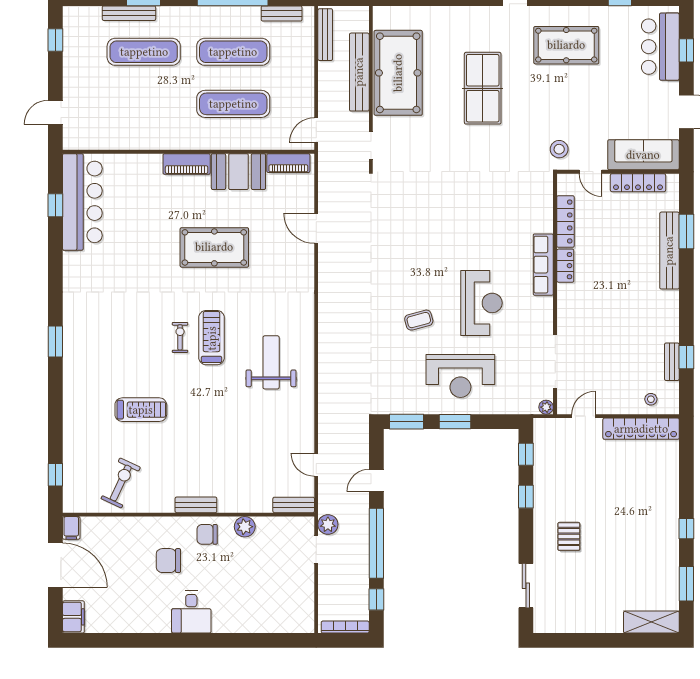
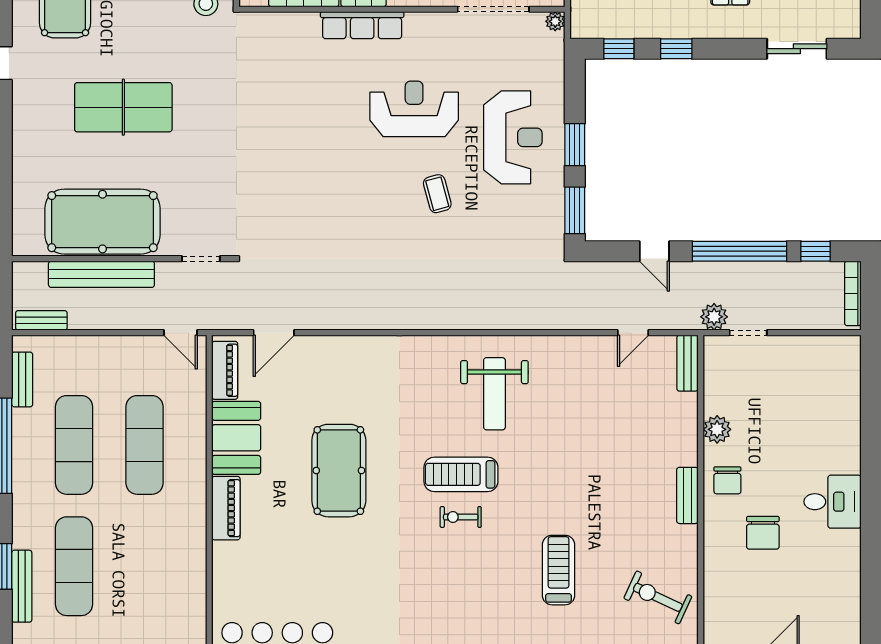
bench: (325, 35) -> (41, 320), width x0.73
door: (316, 228) -> (274, 333), moved
weight bench: (271, 362) -> (494, 394), turned -90

